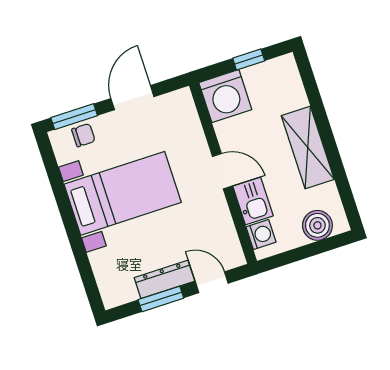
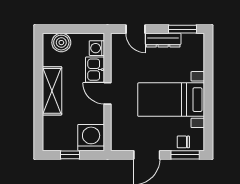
window: (161, 299) -> (182, 29), moved

